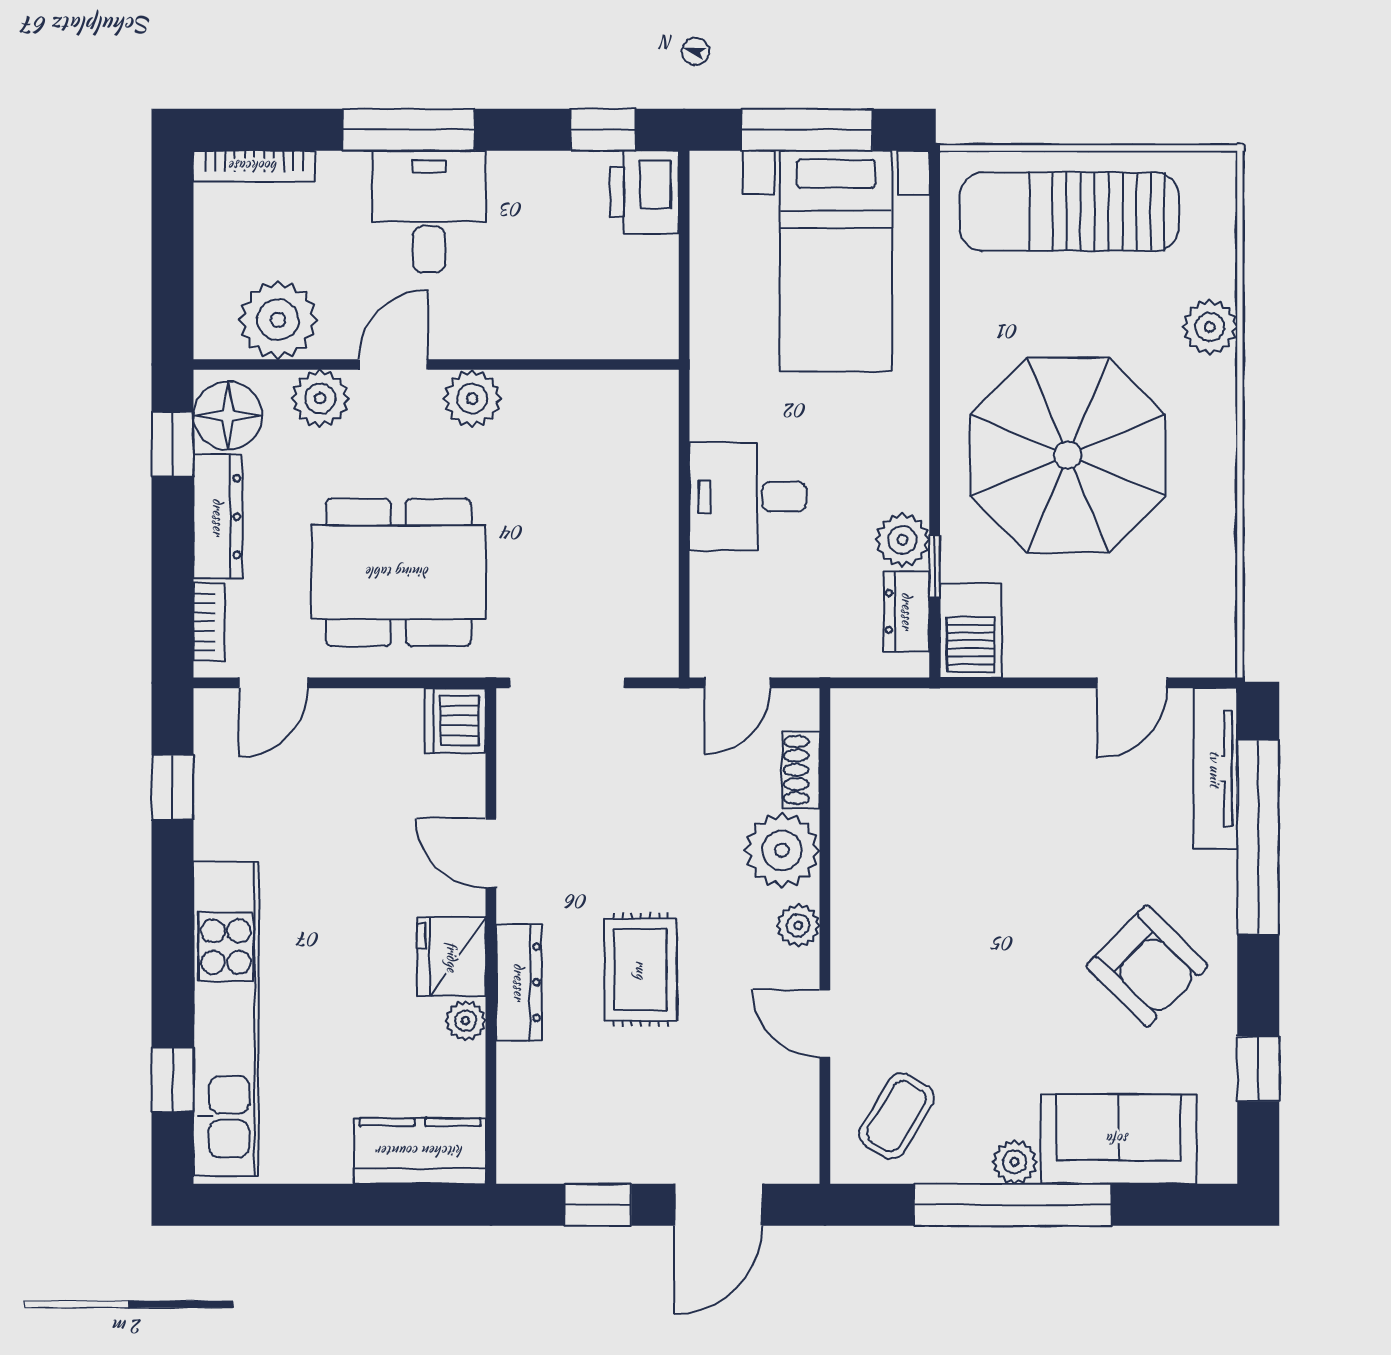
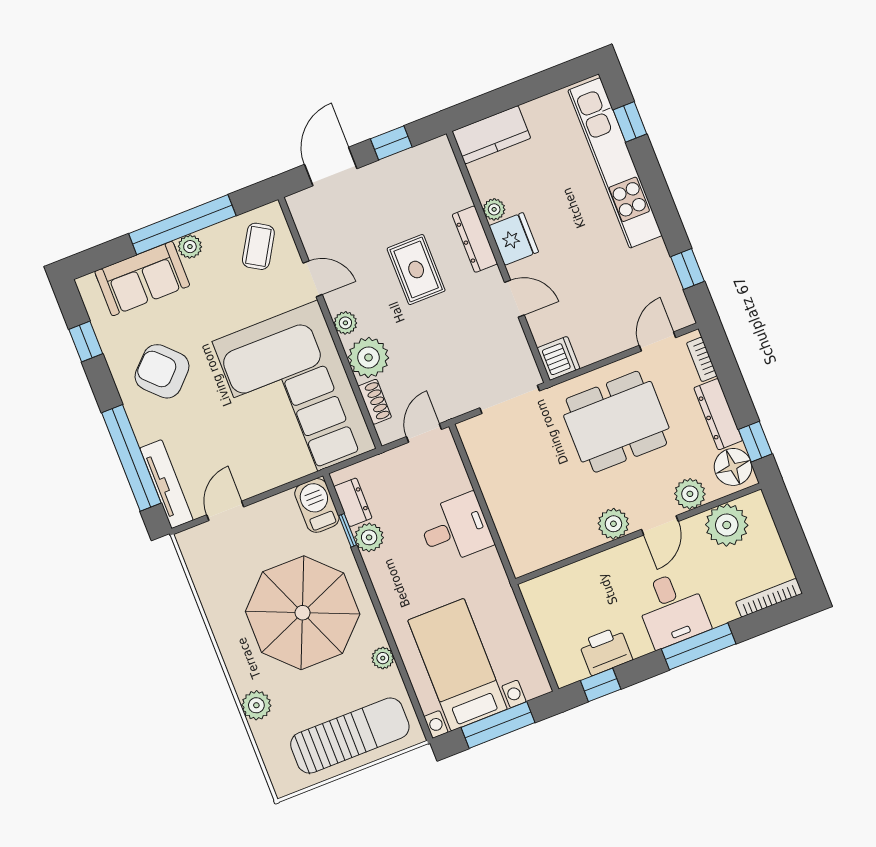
printer: (645, 192) -> (606, 651), moved, turned -90
plant: (960, 323) -> (383, 658), added
corner sofa: (936, 836) -> (294, 395), added

